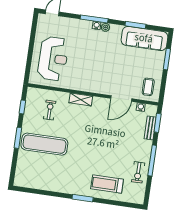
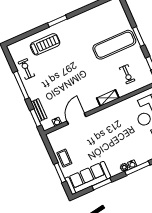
coffee table: (148, 87) -> (64, 158), moved

